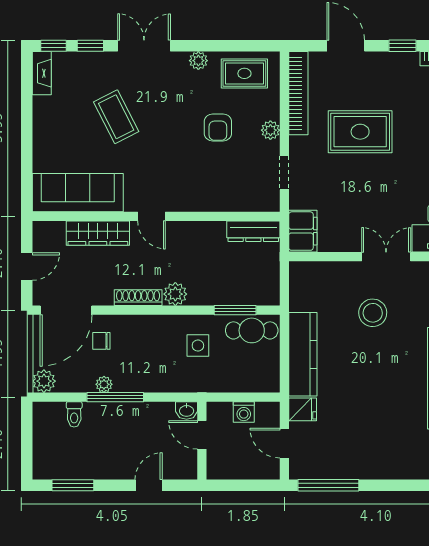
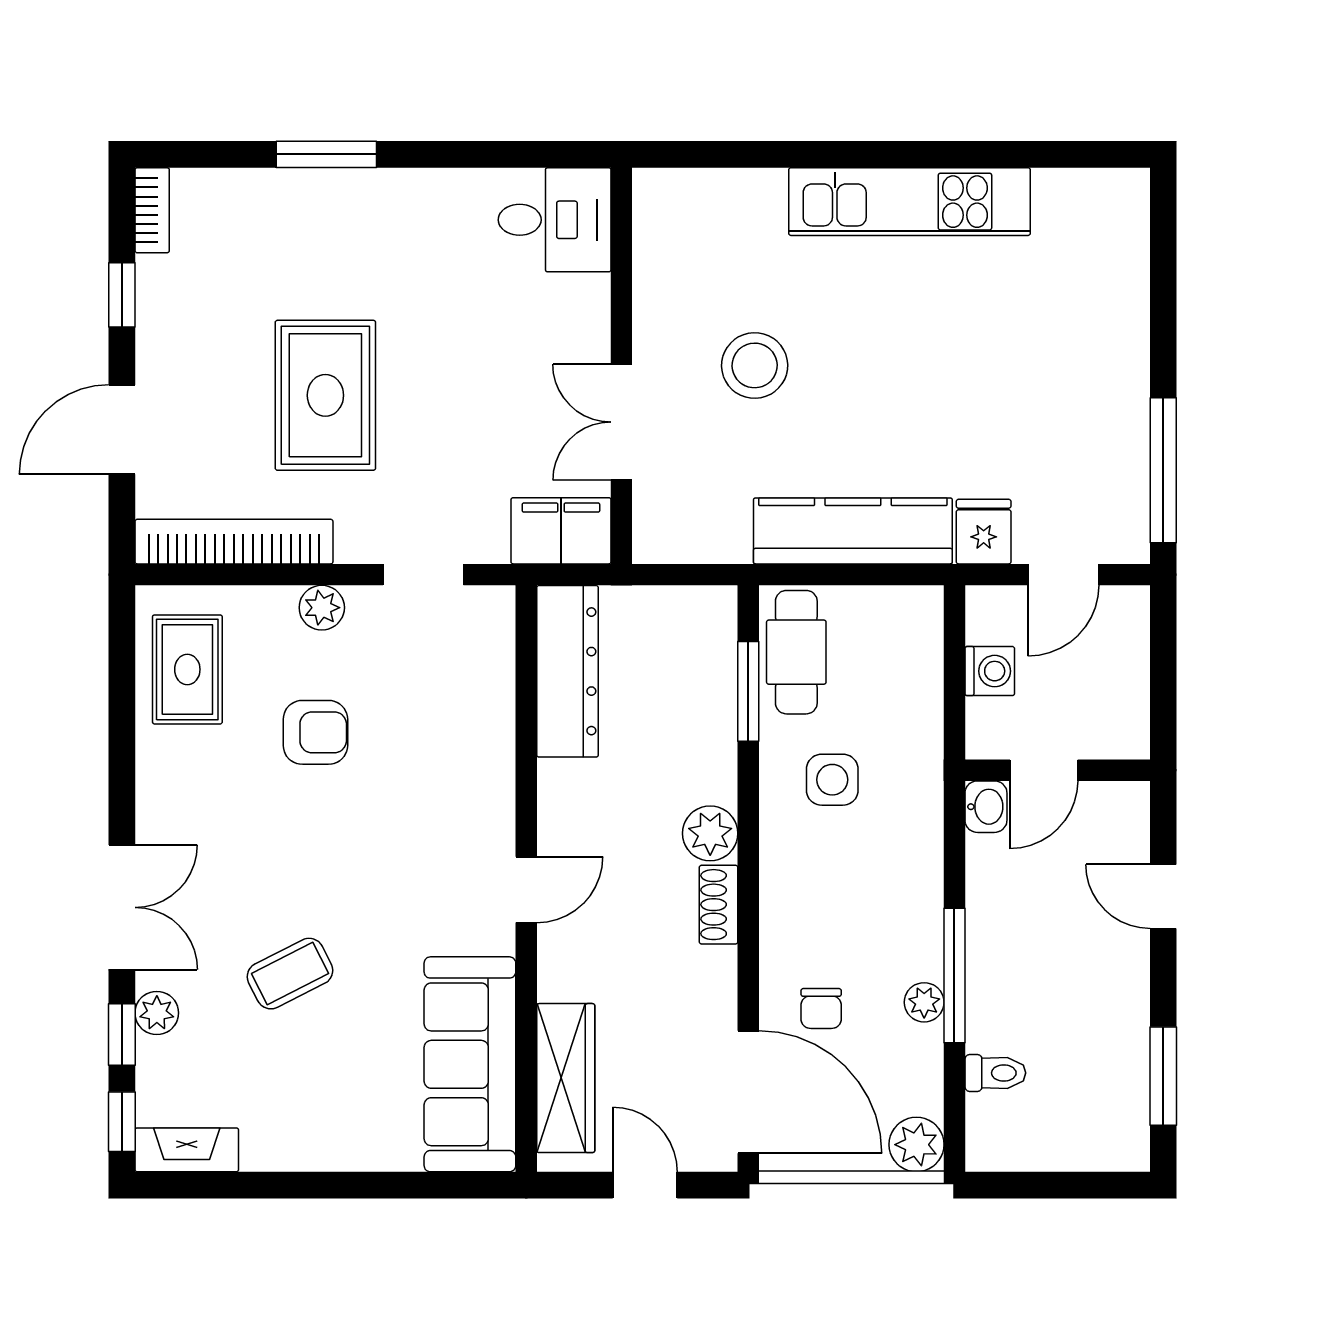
double door: (144, 46) -> (122, 907), swing flipped
plant: (198, 61) -> (157, 1013), moved
coffee table: (116, 117) -> (290, 974), width x0.73, depth x0.77
dresser: (253, 231) -> (567, 671), width x1.37, depth x1.24
wardrobe: (98, 233) -> (566, 1078), moved
double door: (386, 257) -> (621, 422), moved
shoe rack: (138, 298) -> (719, 905), width x0.70

